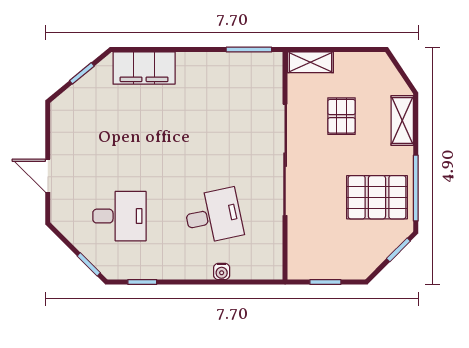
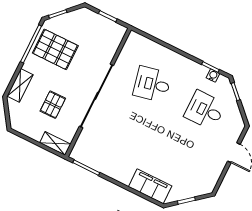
water cooler: (222, 271) -> (213, 76), moved

